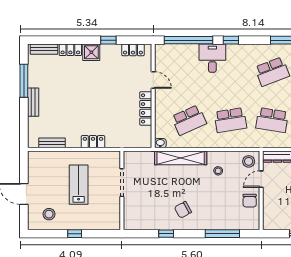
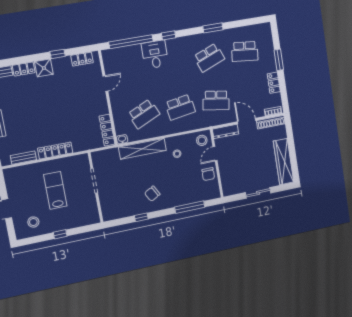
door: (153, 80) -> (105, 84), hinge flipped
locker: (146, 108) -> (107, 130), moved
locker: (93, 142) -> (55, 151), width x1.53

